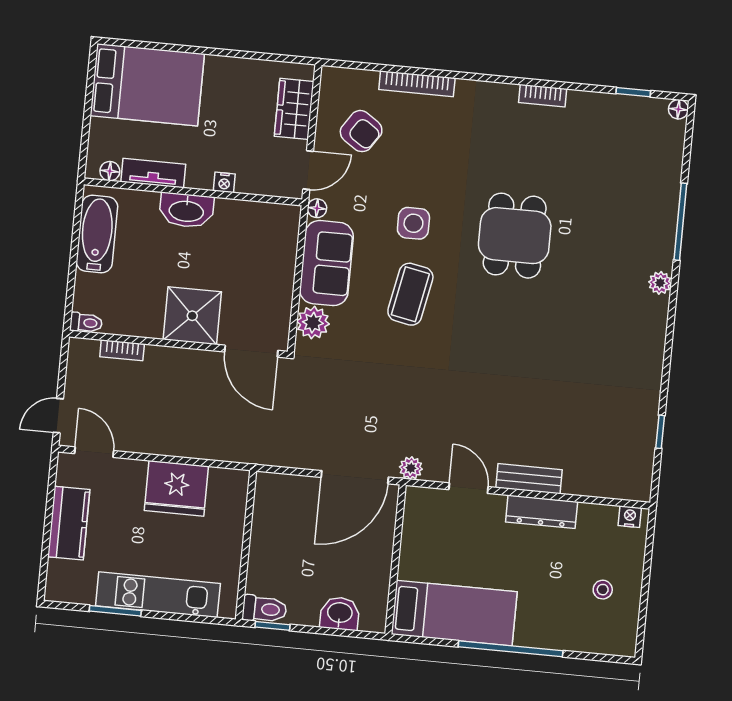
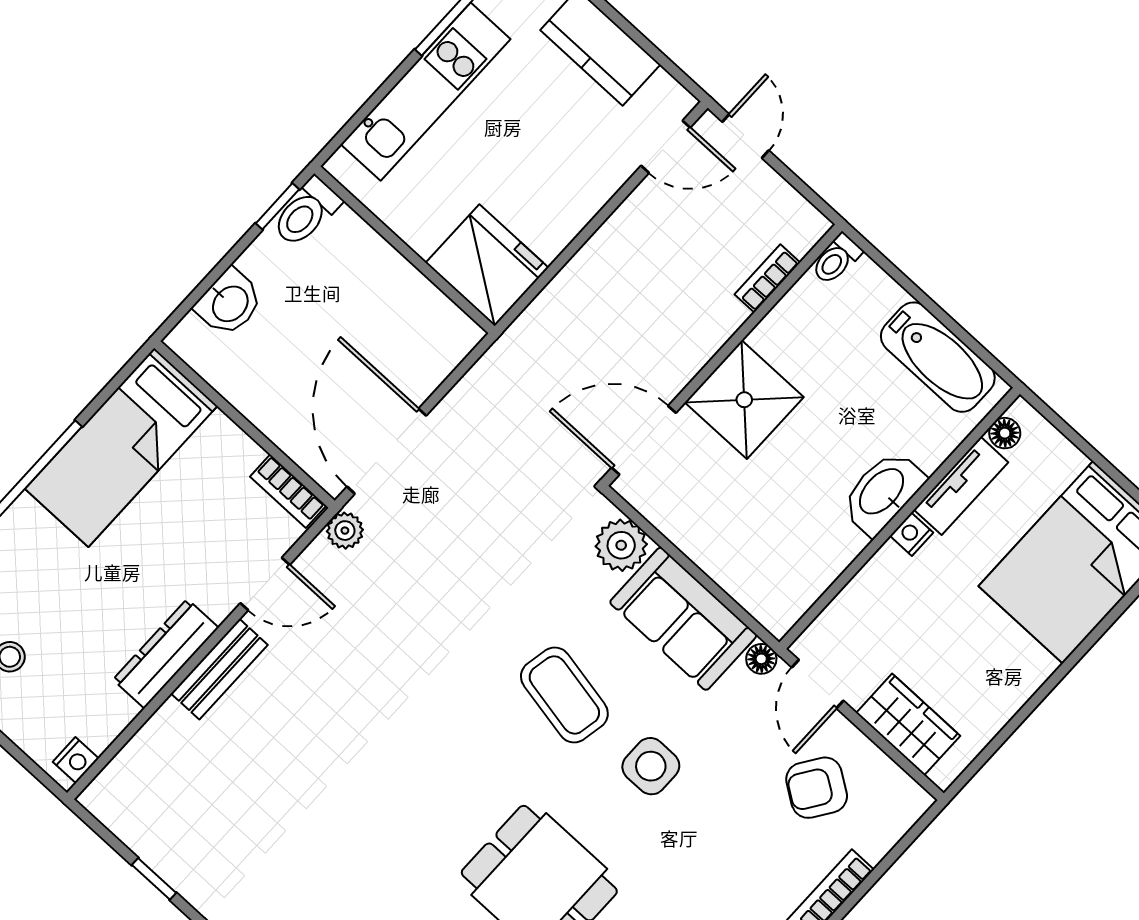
nightstand: (224, 182) -> (912, 534), moved
fridge: (176, 488) -> (487, 265), moved, turned 90
bookcase: (413, 512) -> (288, 491), added

